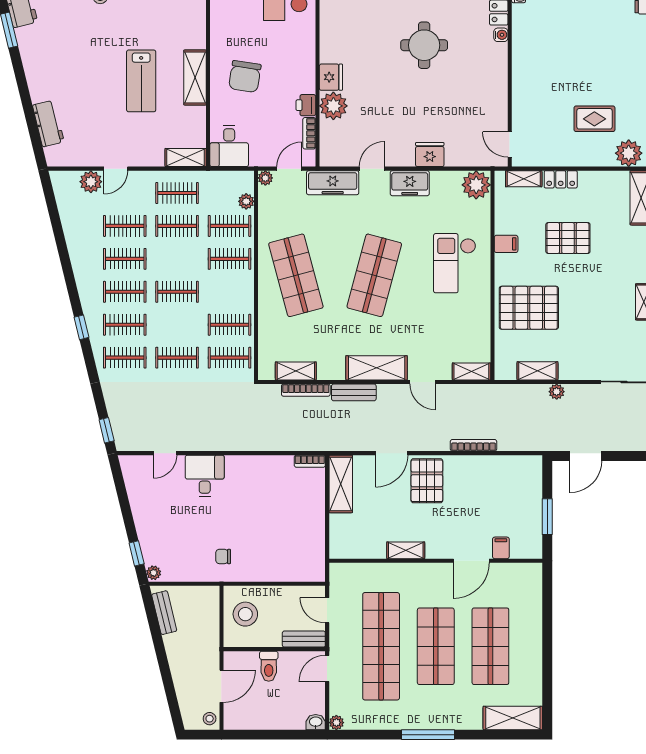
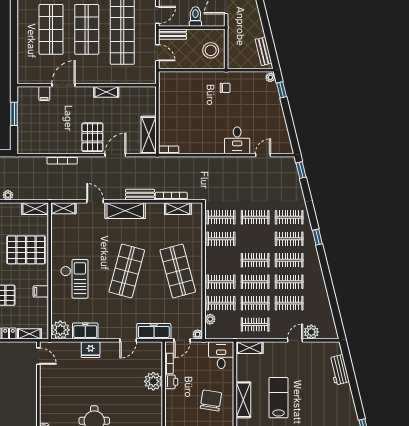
fridge: (331, 77) -> (155, 400), removed
freezer: (410, 183) -> (85, 331), moved
clothes rail: (177, 259) -> (255, 282), added
shelving: (537, 371) -> (35, 209), moved

